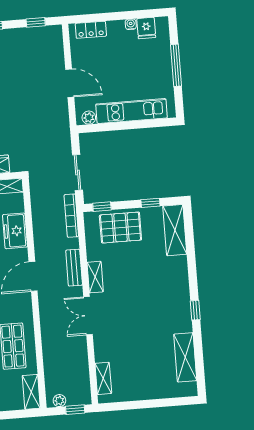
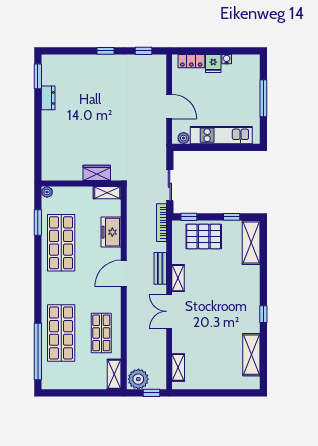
fridge: (146, 28) -> (213, 64), moved
plant: (59, 401) -> (138, 379), width x1.88, depth x1.88

